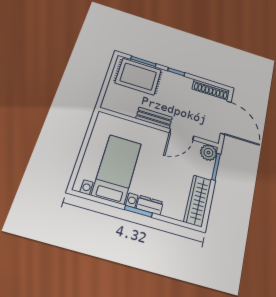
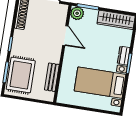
bench: (154, 118) -> (52, 77), moved

